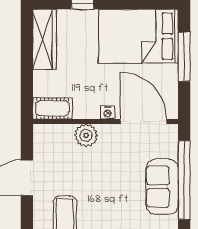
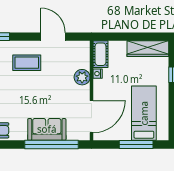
bed: (138, 36) -> (144, 113), width x0.67
nightstand: (107, 113) -> (98, 74), moved

